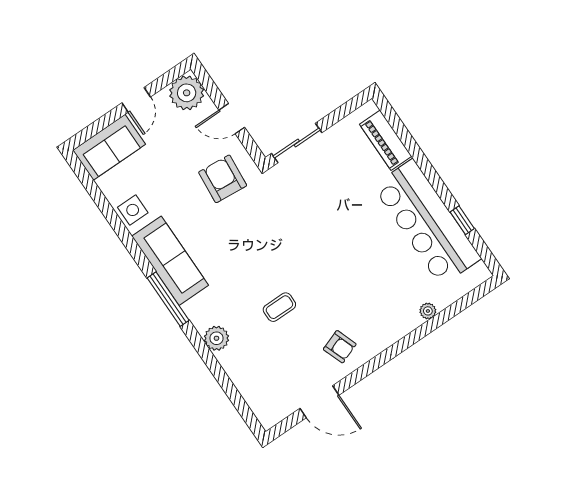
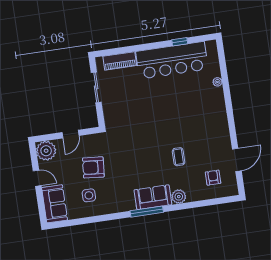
sliding door: (297, 143) -> (96, 87), moved
armchair: (223, 179) -> (93, 167), moved
side table: (133, 210) -> (89, 195), moved
sofa: (170, 261) -> (153, 197), moved, width x0.73
armchair: (340, 347) -> (213, 178), moved, turned -70

